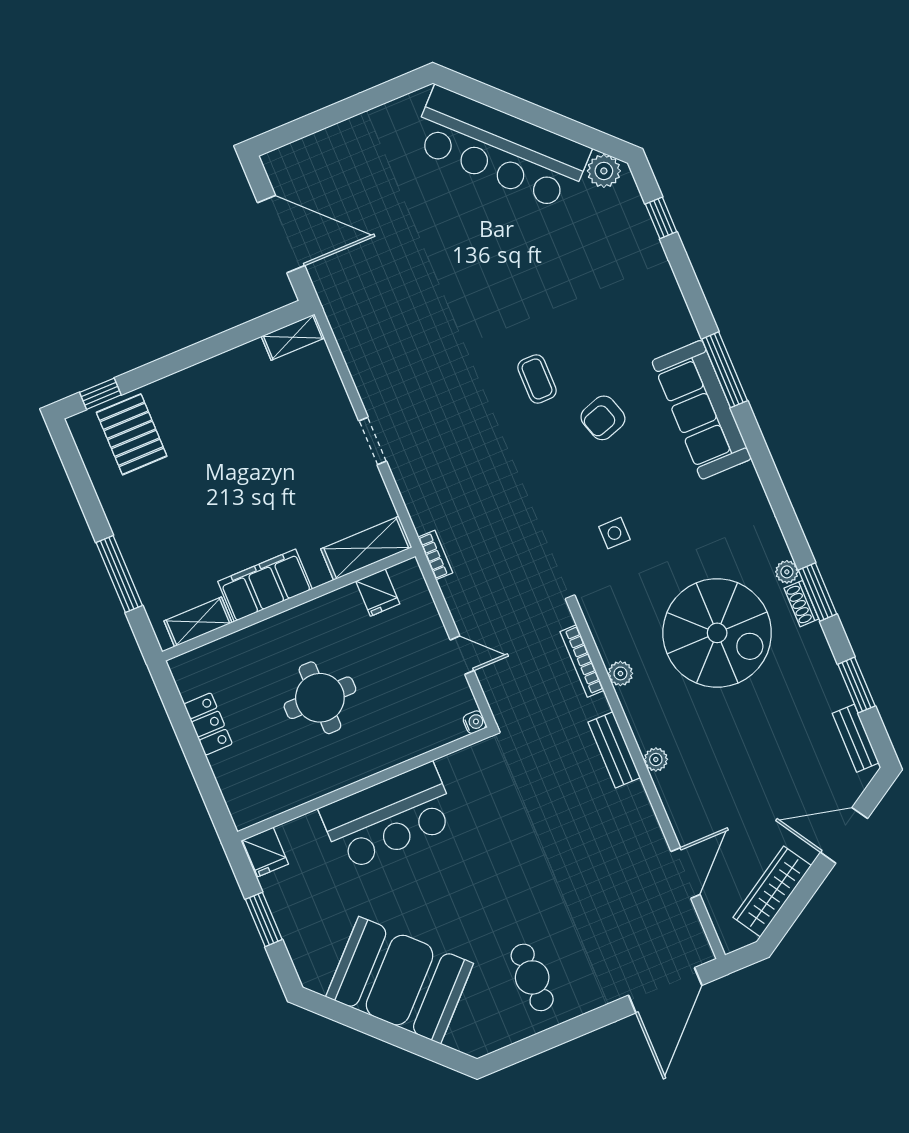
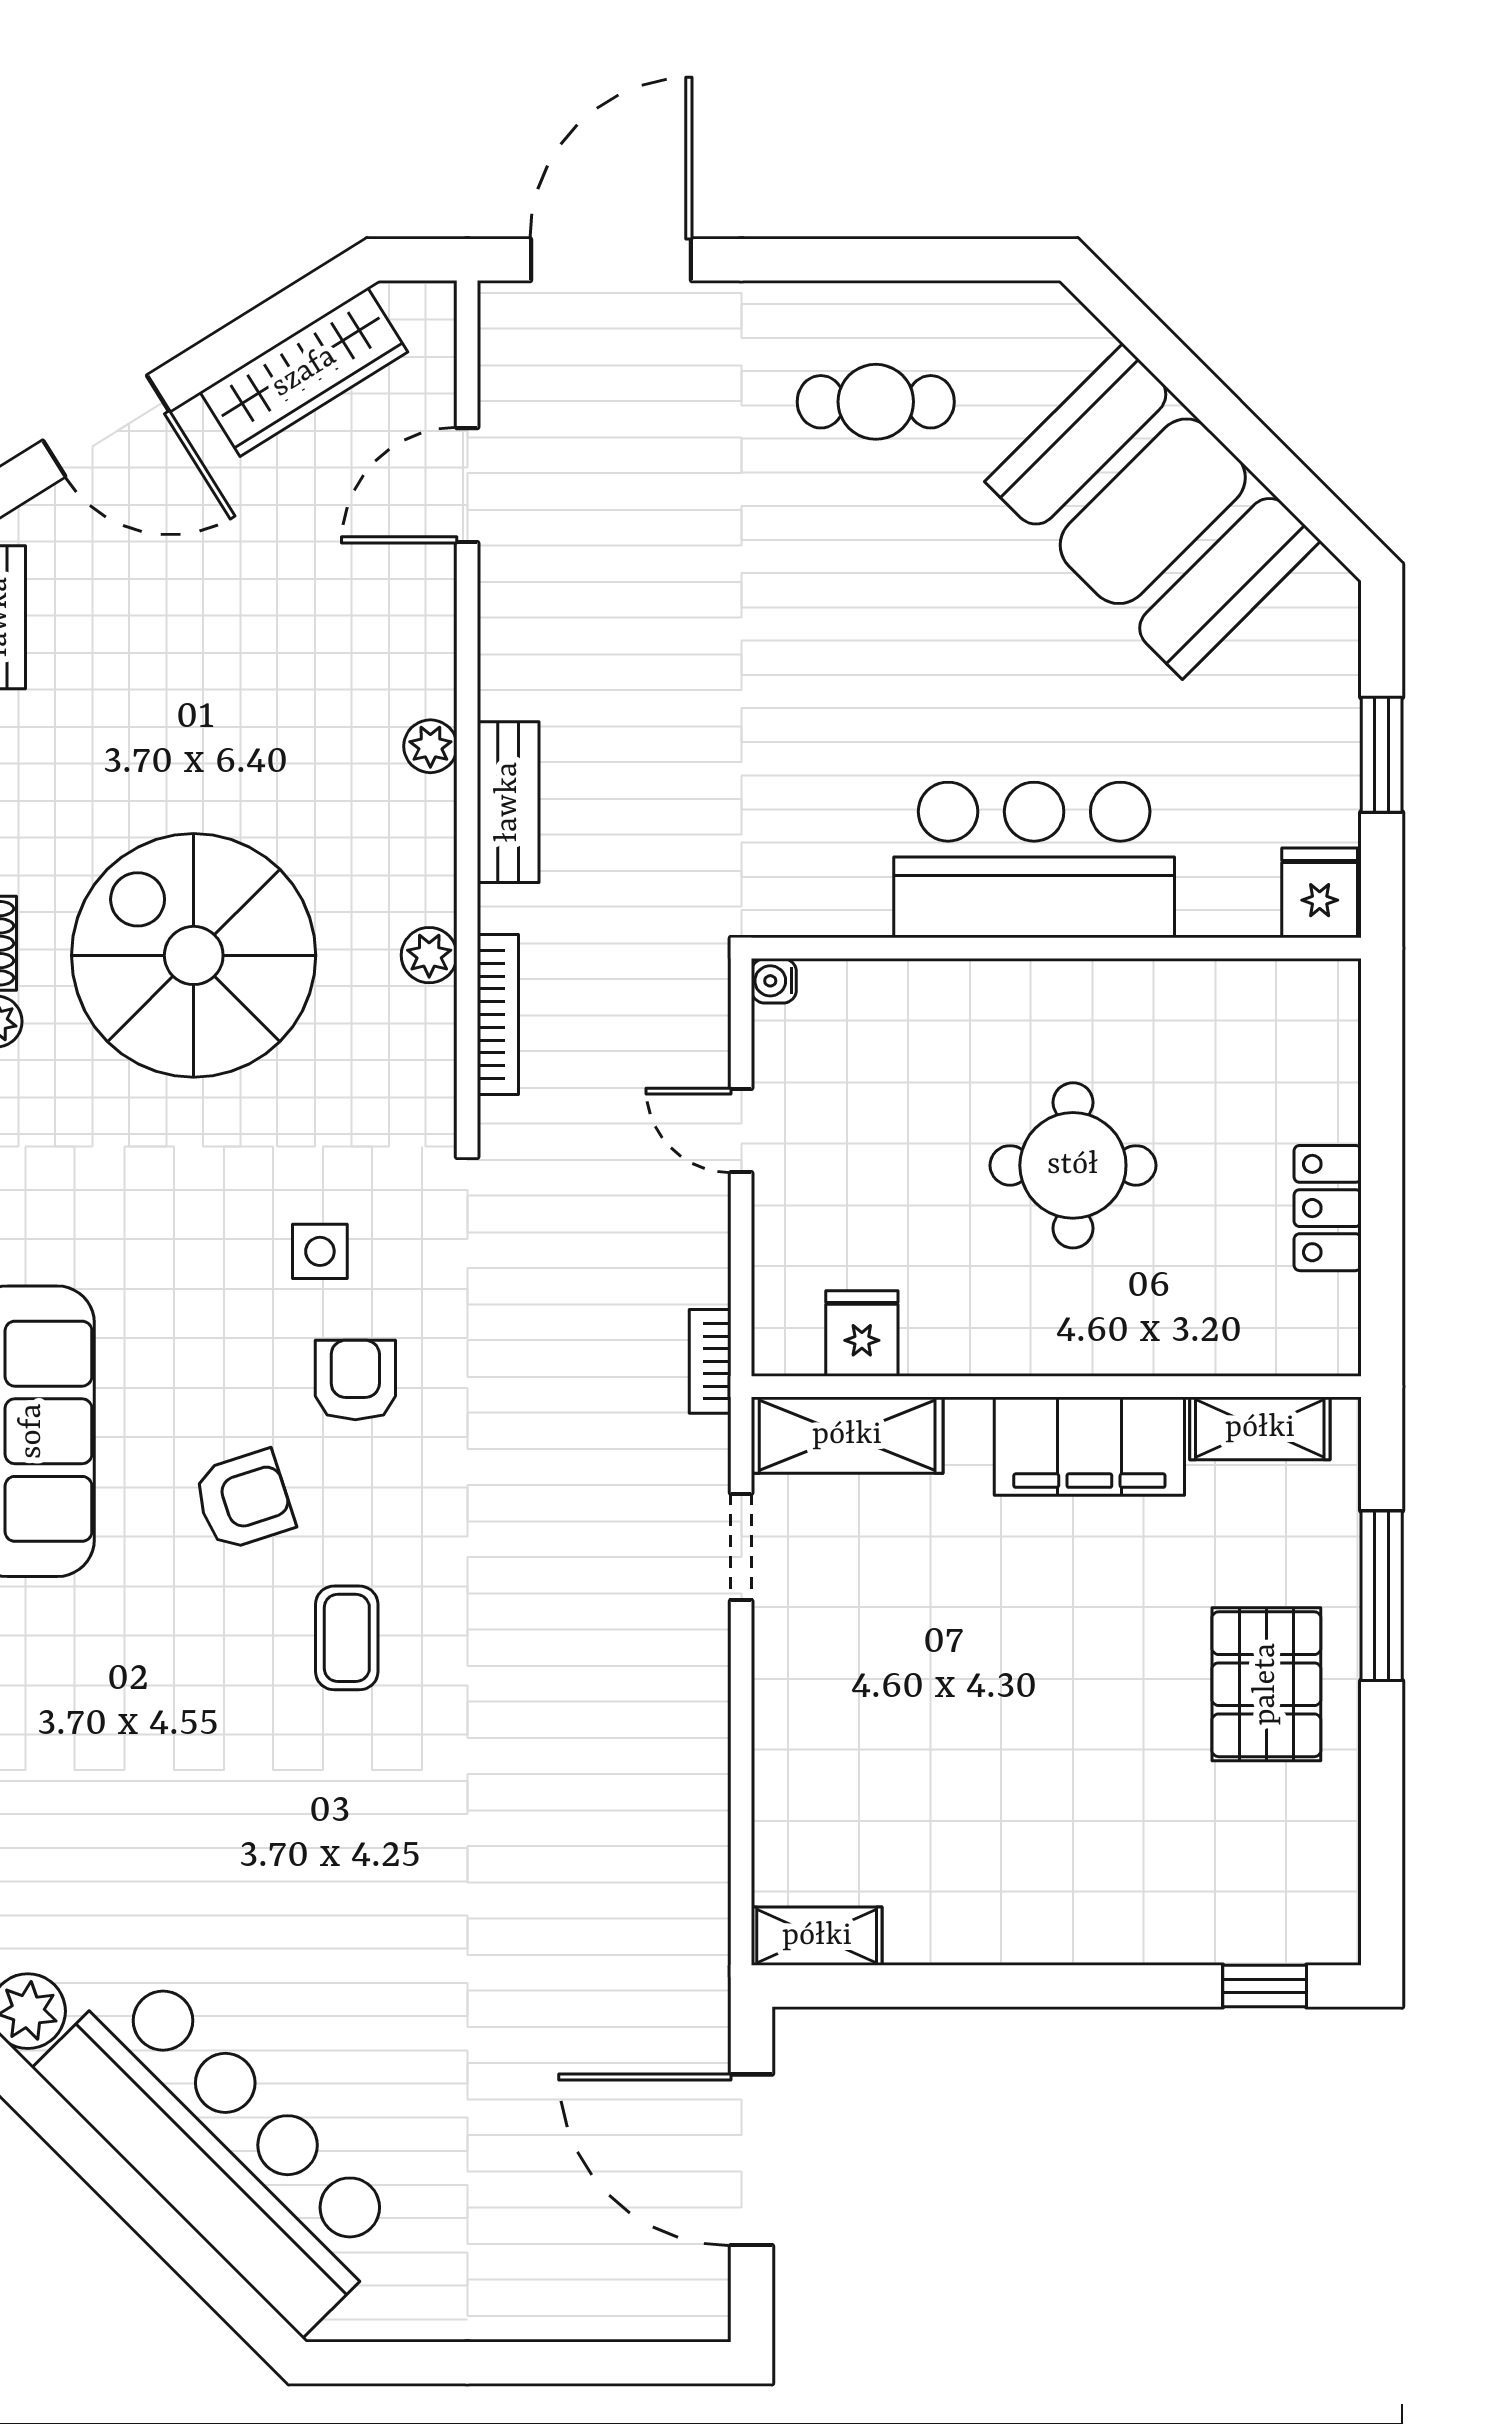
pallet: (132, 434) -> (1266, 1684), moved
doorway: (373, 441) -> (741, 1547), moved
armchair: (578, 486) -> (355, 1380), added
cafe table: (532, 977) -> (876, 402), turned 90

